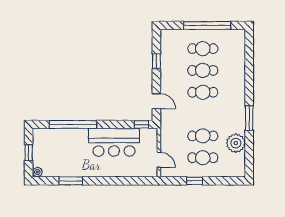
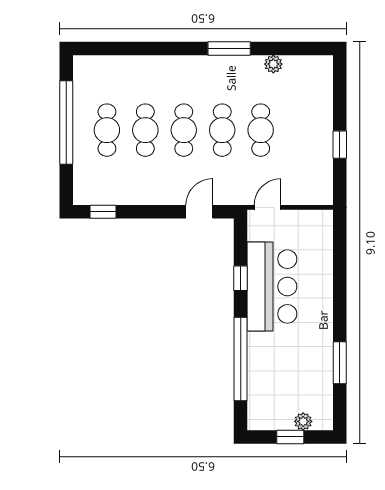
window: (156, 61) -> (103, 212), moved
window: (141, 124) -> (241, 278), moved
plant: (236, 143) -> (273, 64), width x0.53, depth x0.53
cafe table: (203, 158) -> (222, 130), moved
door: (159, 160) -> (268, 207), moved
plant: (37, 172) -> (303, 421), moved

